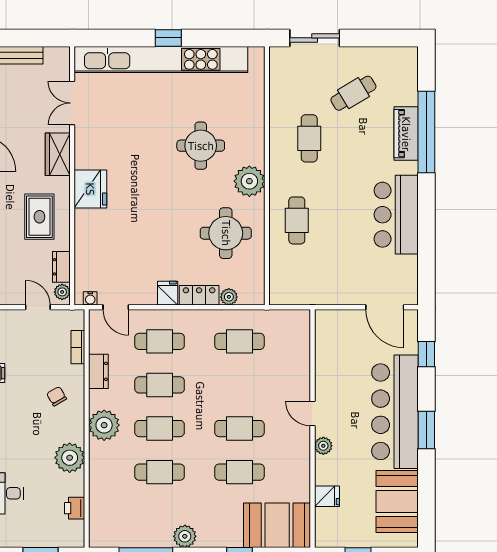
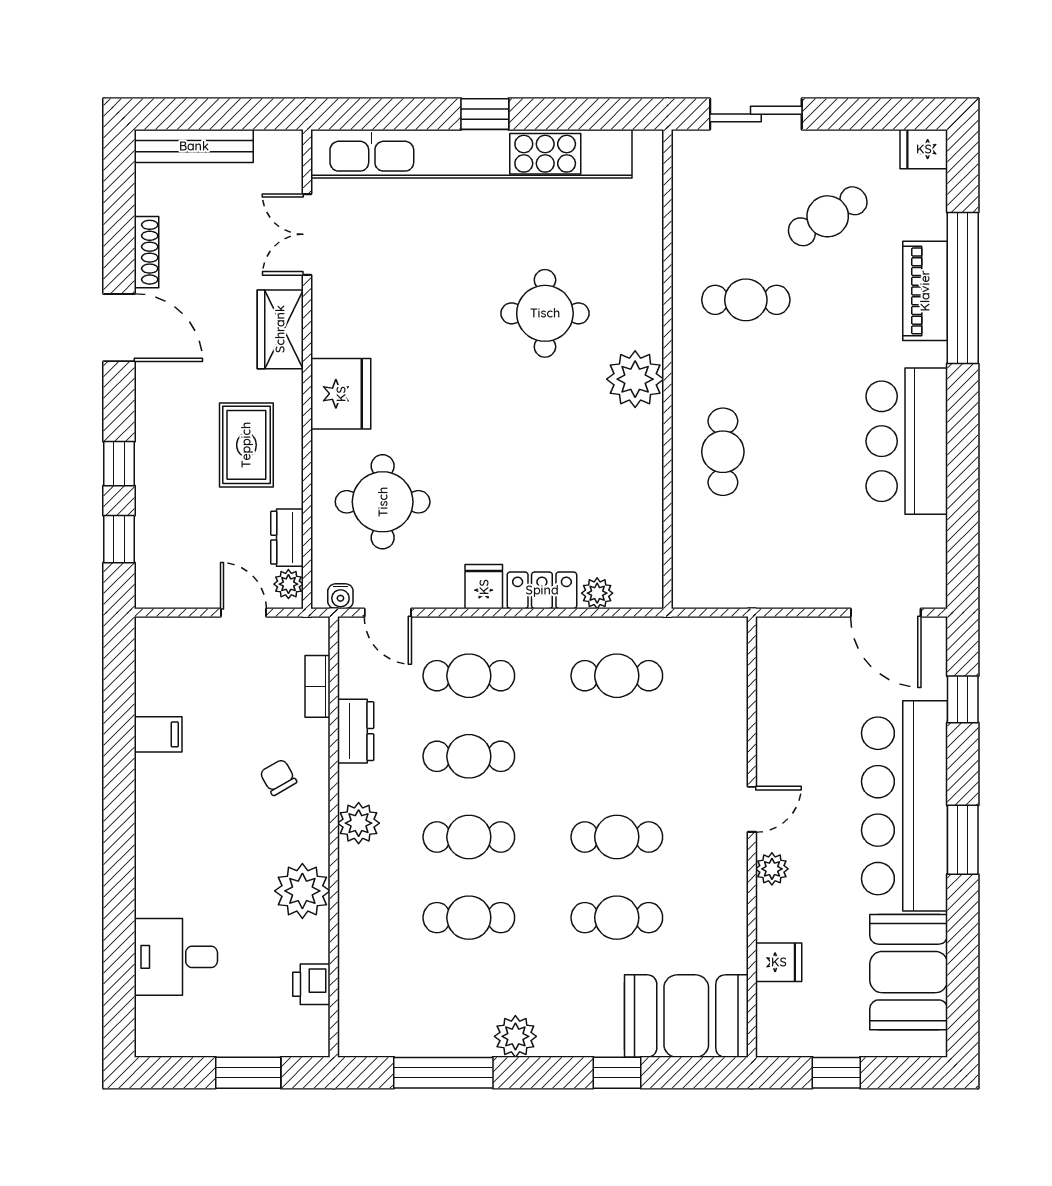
fridge: (405, 57) -> (924, 149), added
cafe table: (309, 138) -> (746, 300), turned 90
round table: (226, 233) -> (383, 502), moved
door: (312, 414) -> (752, 809), swing flipped
plant: (104, 425) -> (359, 823), width x0.73, depth x0.73

